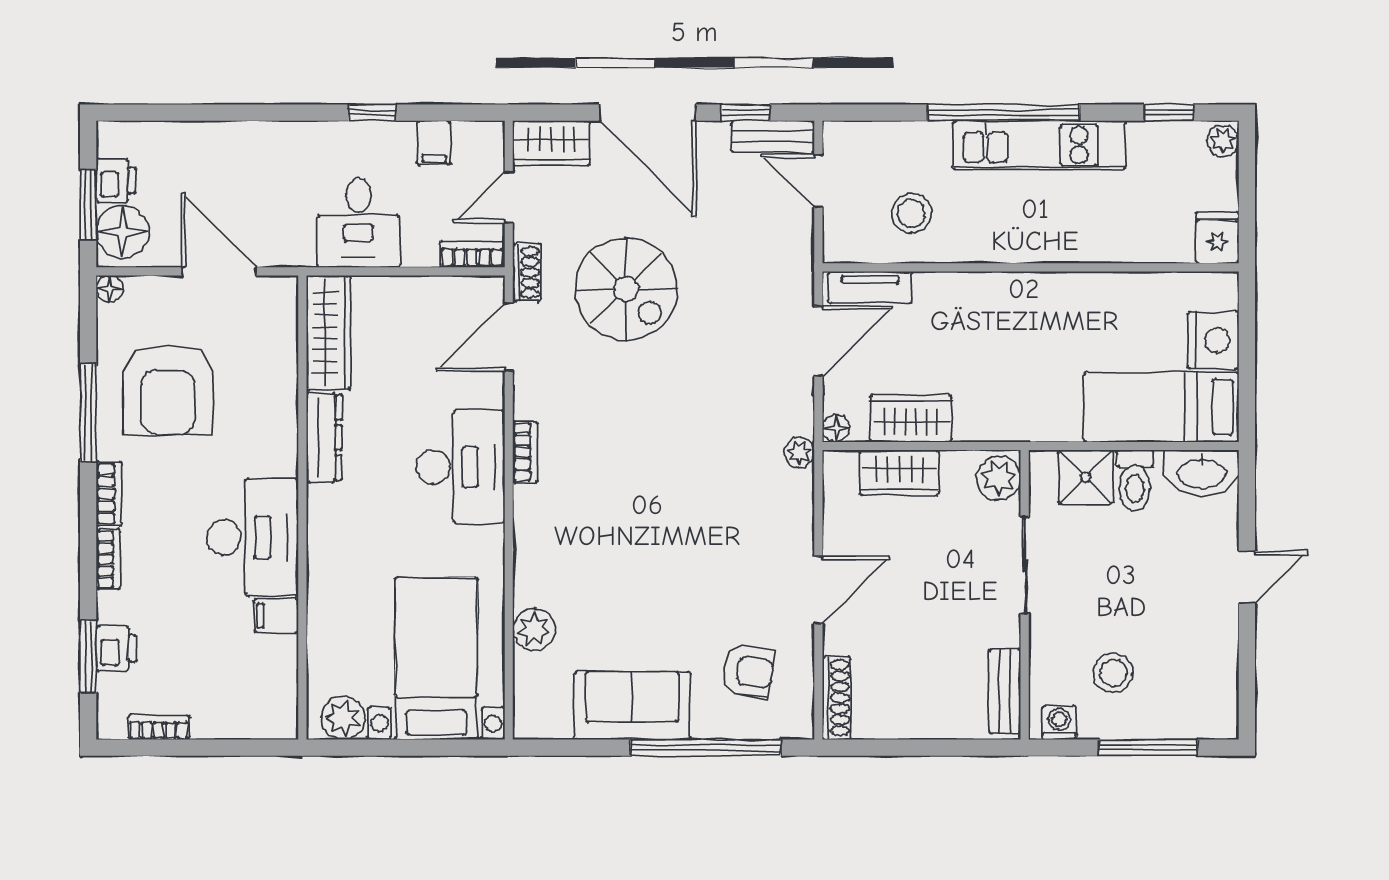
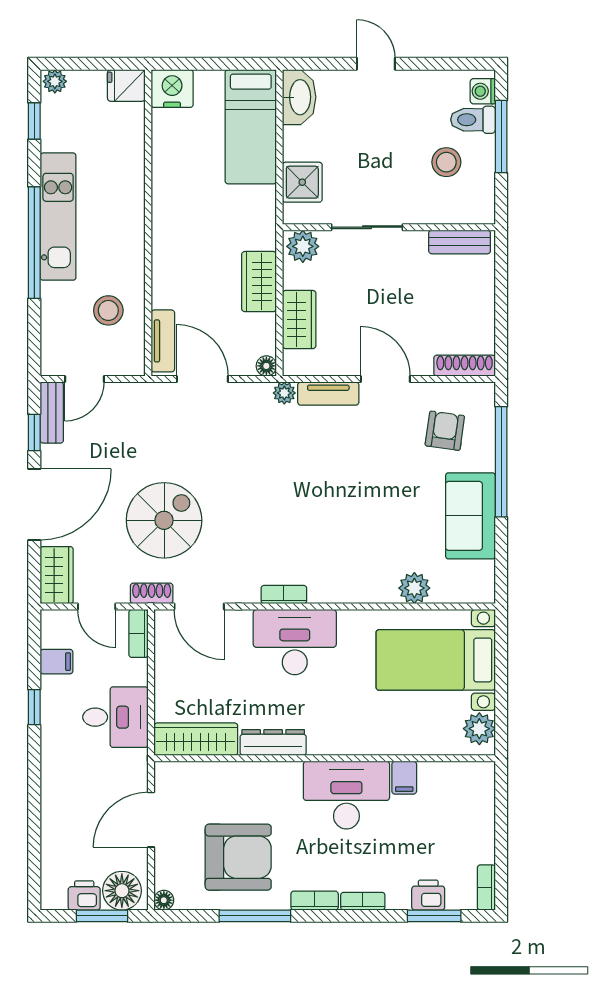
nightstand: (1213, 340) -> (172, 89), moved
wardrobe: (911, 418) -> (259, 282), moved
toilet: (1135, 480) -> (473, 120), moved, turned 180
tv unit: (798, 512) -> (328, 394), added
washing machine: (1059, 723) -> (483, 91), moved
bookcase: (159, 727) -> (486, 887), moved

